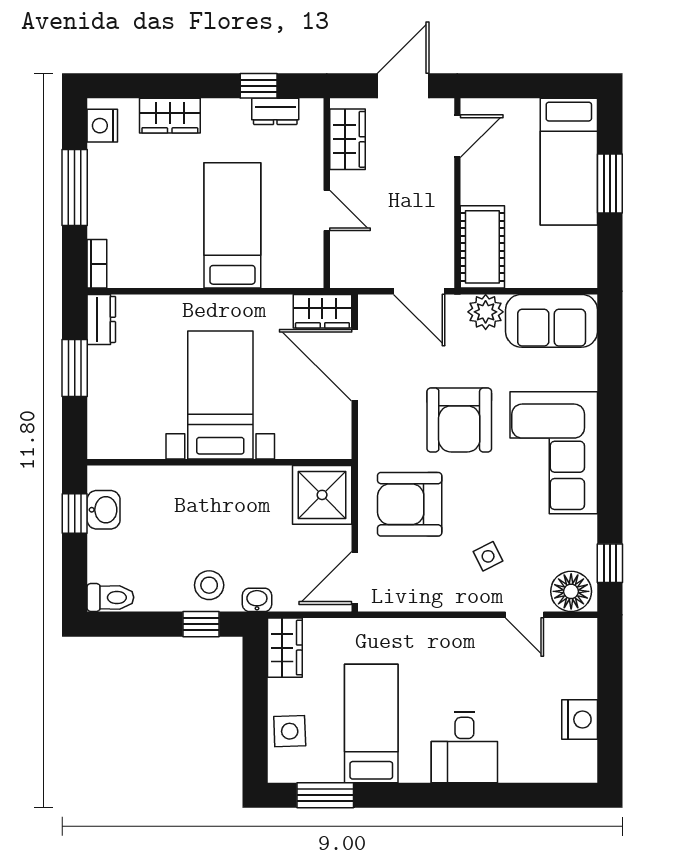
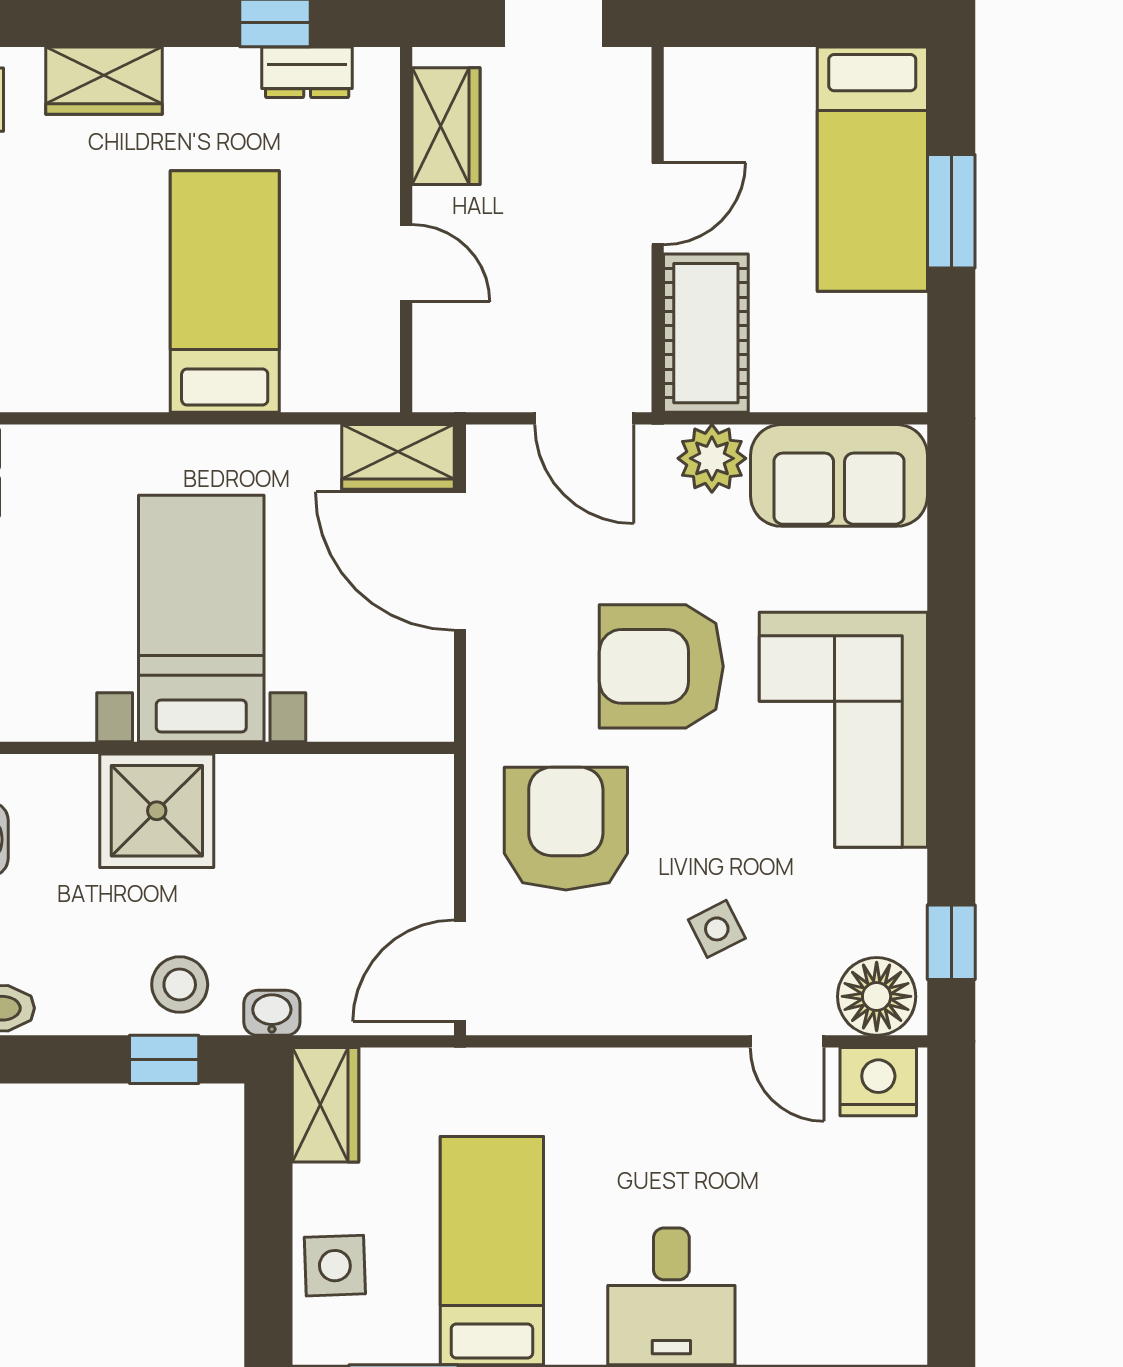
door: (457, 136) -> (658, 204), moved
armchair: (459, 420) -> (661, 666), turned 90
shower: (322, 495) -> (157, 811), moved
armchair: (410, 504) -> (566, 829), turned 90
nightstand: (580, 719) -> (878, 1082), moved, turned -90

